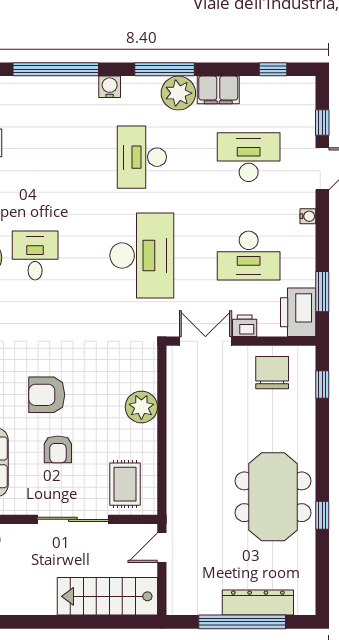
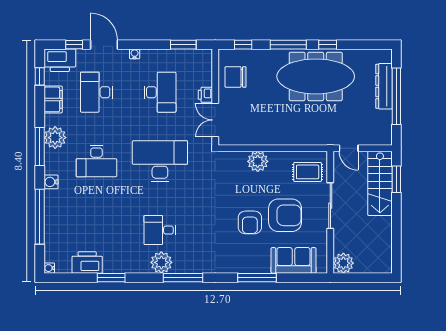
filing cabinet: (218, 90) -> (53, 99), moved
printer: (298, 312) -> (60, 60), moved
armchair: (58, 449) -> (285, 215), width x1.88, depth x1.88
window: (322, 454) -> (288, 45), added
meeting table: (273, 497) -> (316, 76), width x1.36
window: (114, 622) -> (396, 179), added

